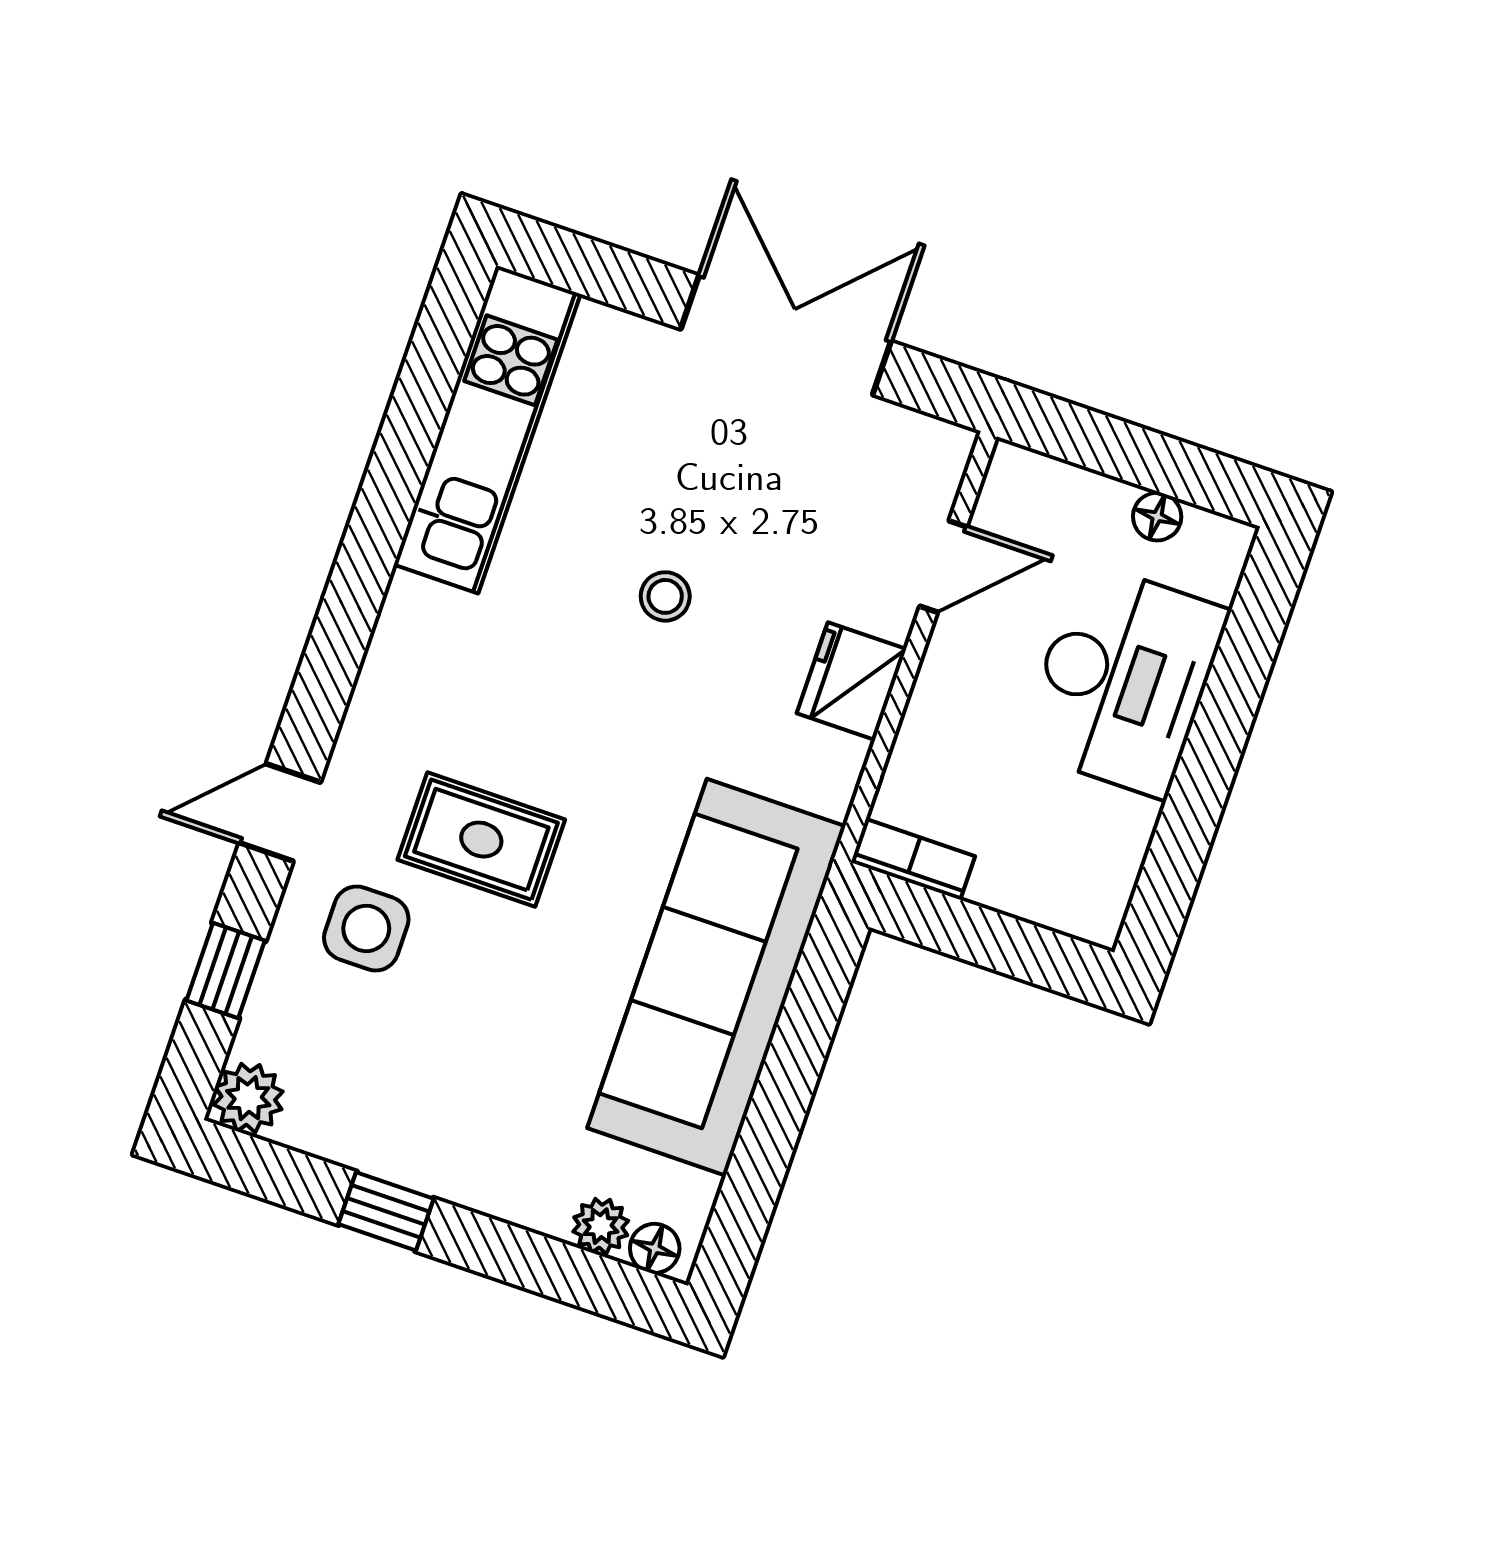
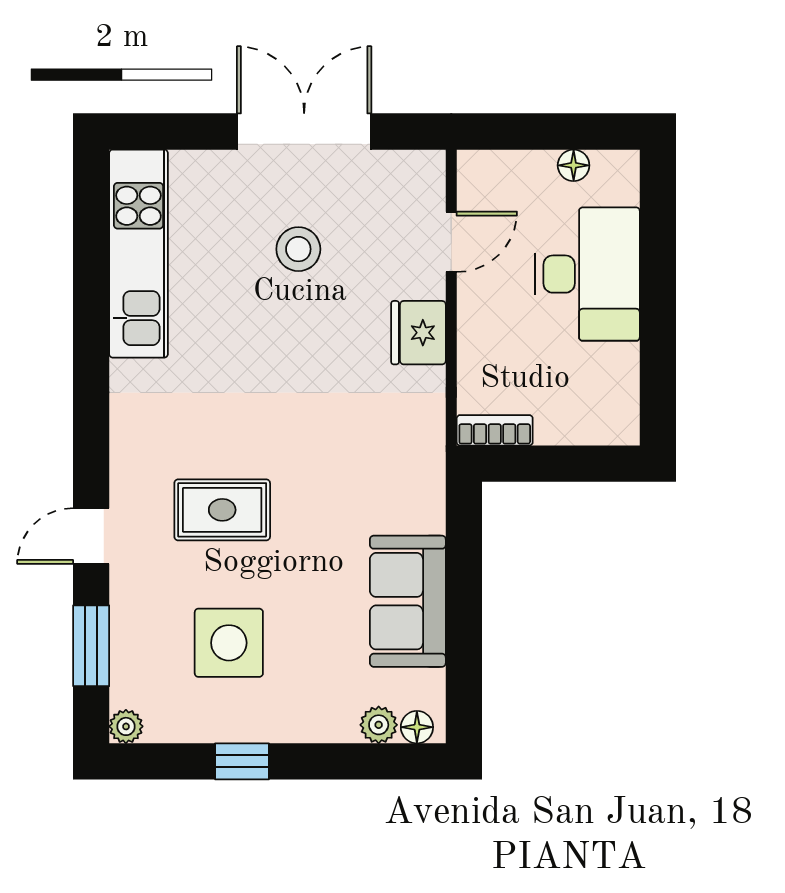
stool: (665, 596) -> (298, 249), moved, width x1.37, depth x1.37
side table: (366, 928) -> (229, 643), moved, width x1.37, depth x1.37
window: (226, 971) -> (91, 646), width x1.50
sofa: (716, 977) -> (408, 601), width x0.54, depth x0.79
plant: (248, 1098) -> (126, 726), width x0.73, depth x0.73

